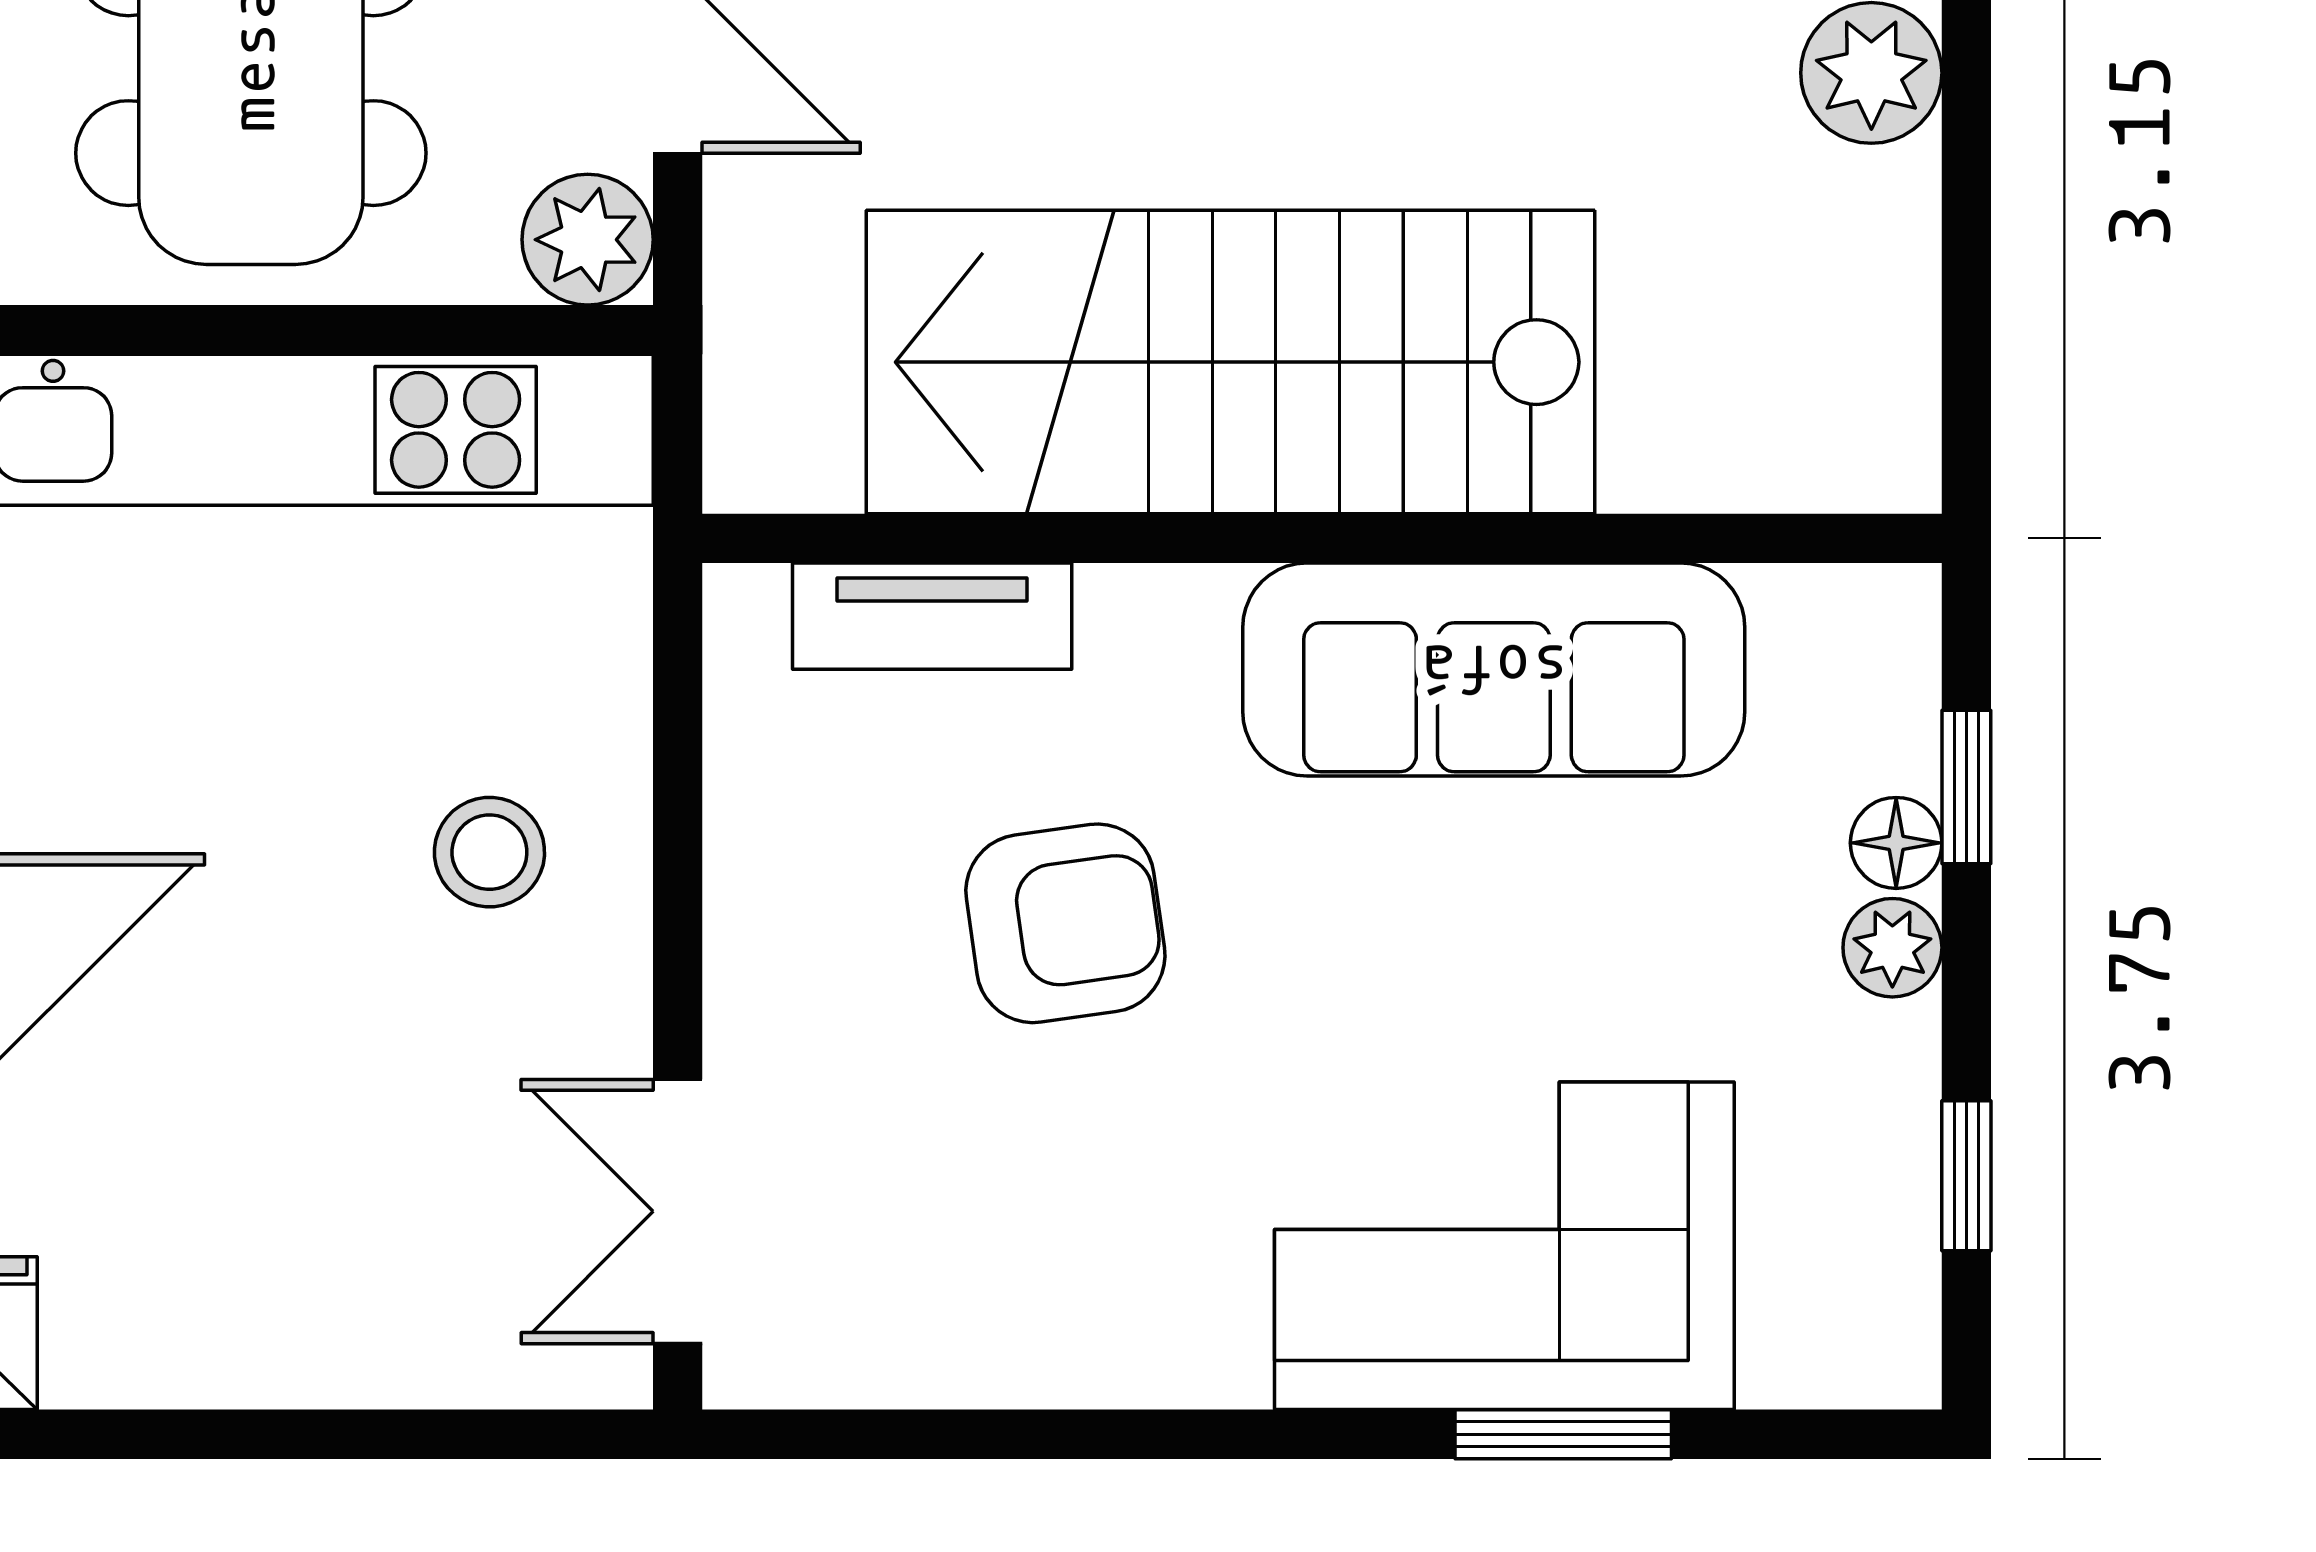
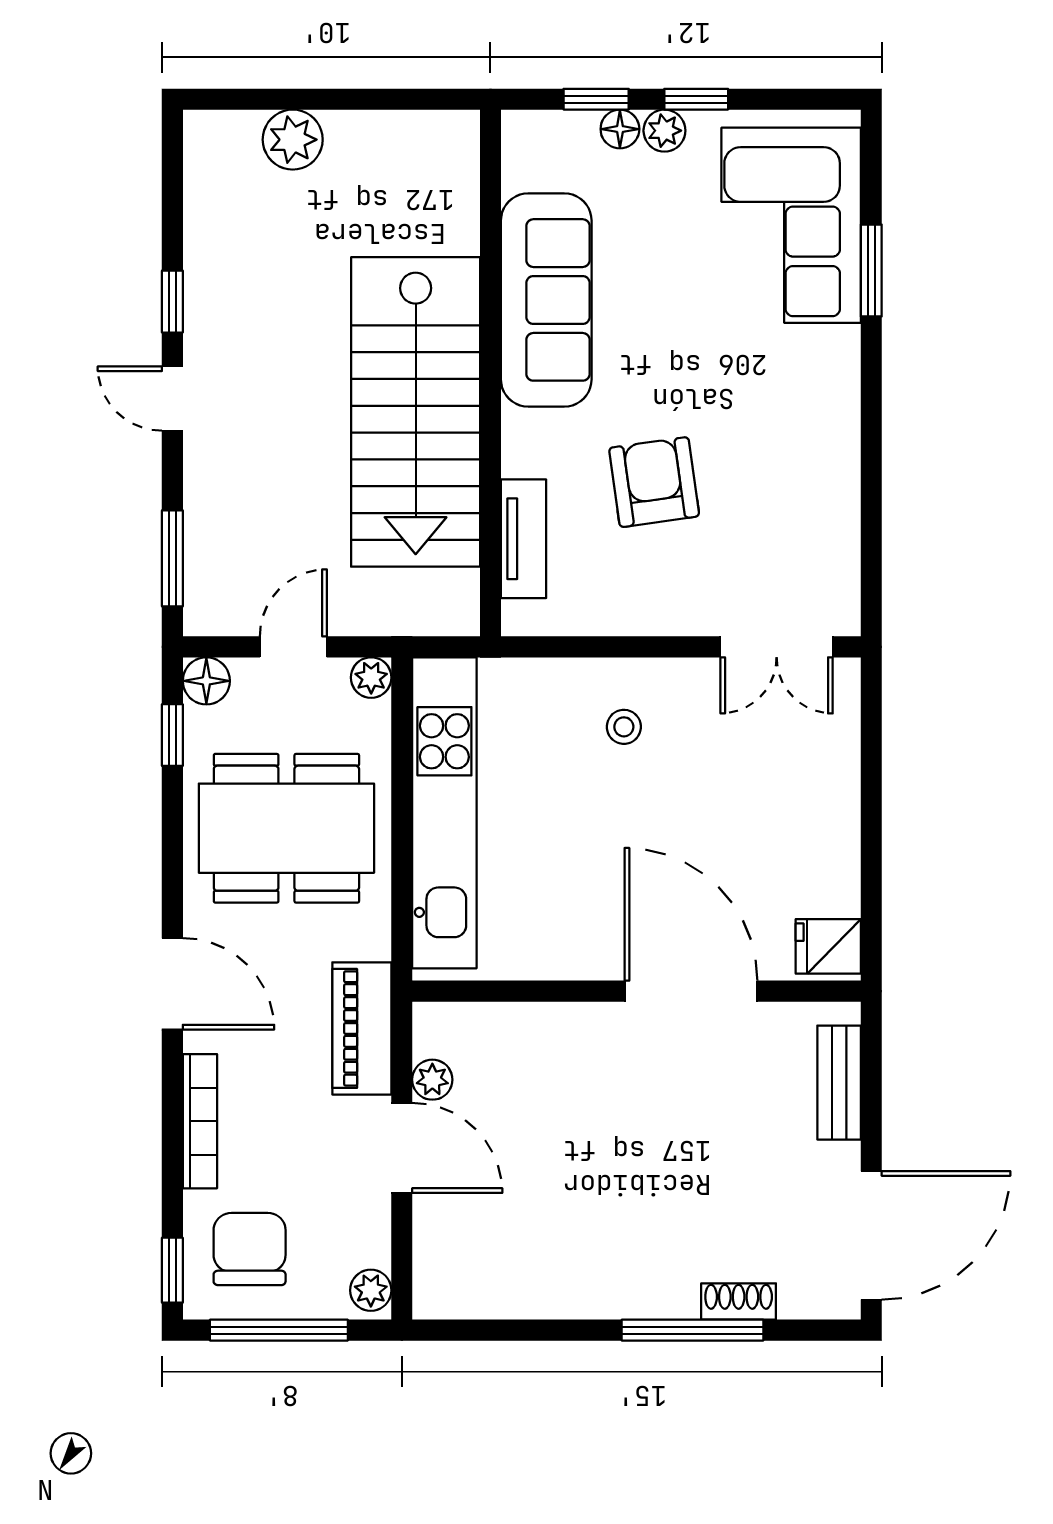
plant: (588, 240) -> (371, 678), width x0.73, depth x0.73
stool: (489, 852) -> (624, 727), width x0.73, depth x0.73
window: (1966, 1176) -> (696, 99), moved
corner sofa: (1504, 1246) -> (791, 225), moved

